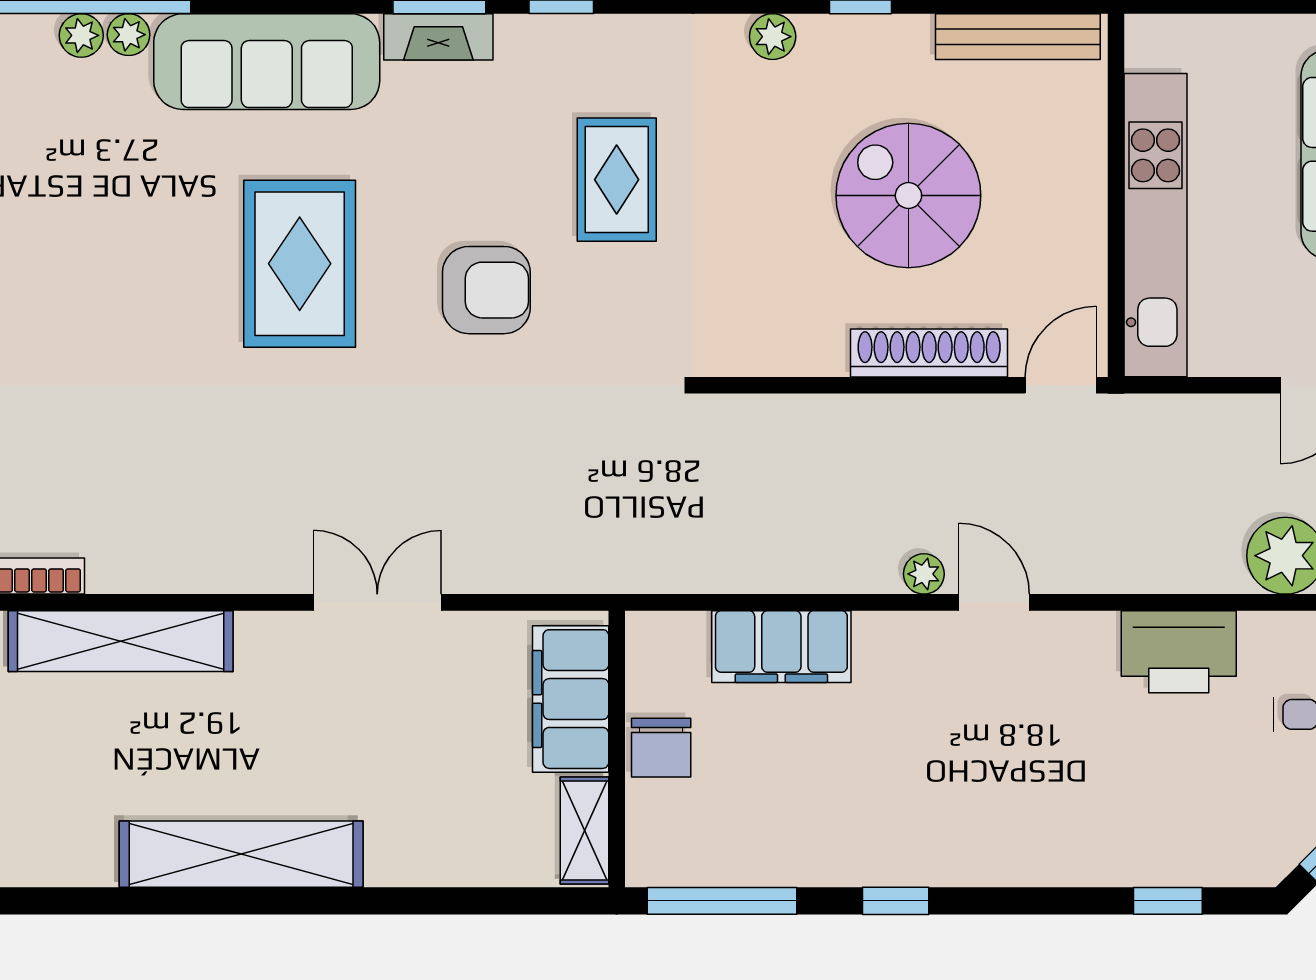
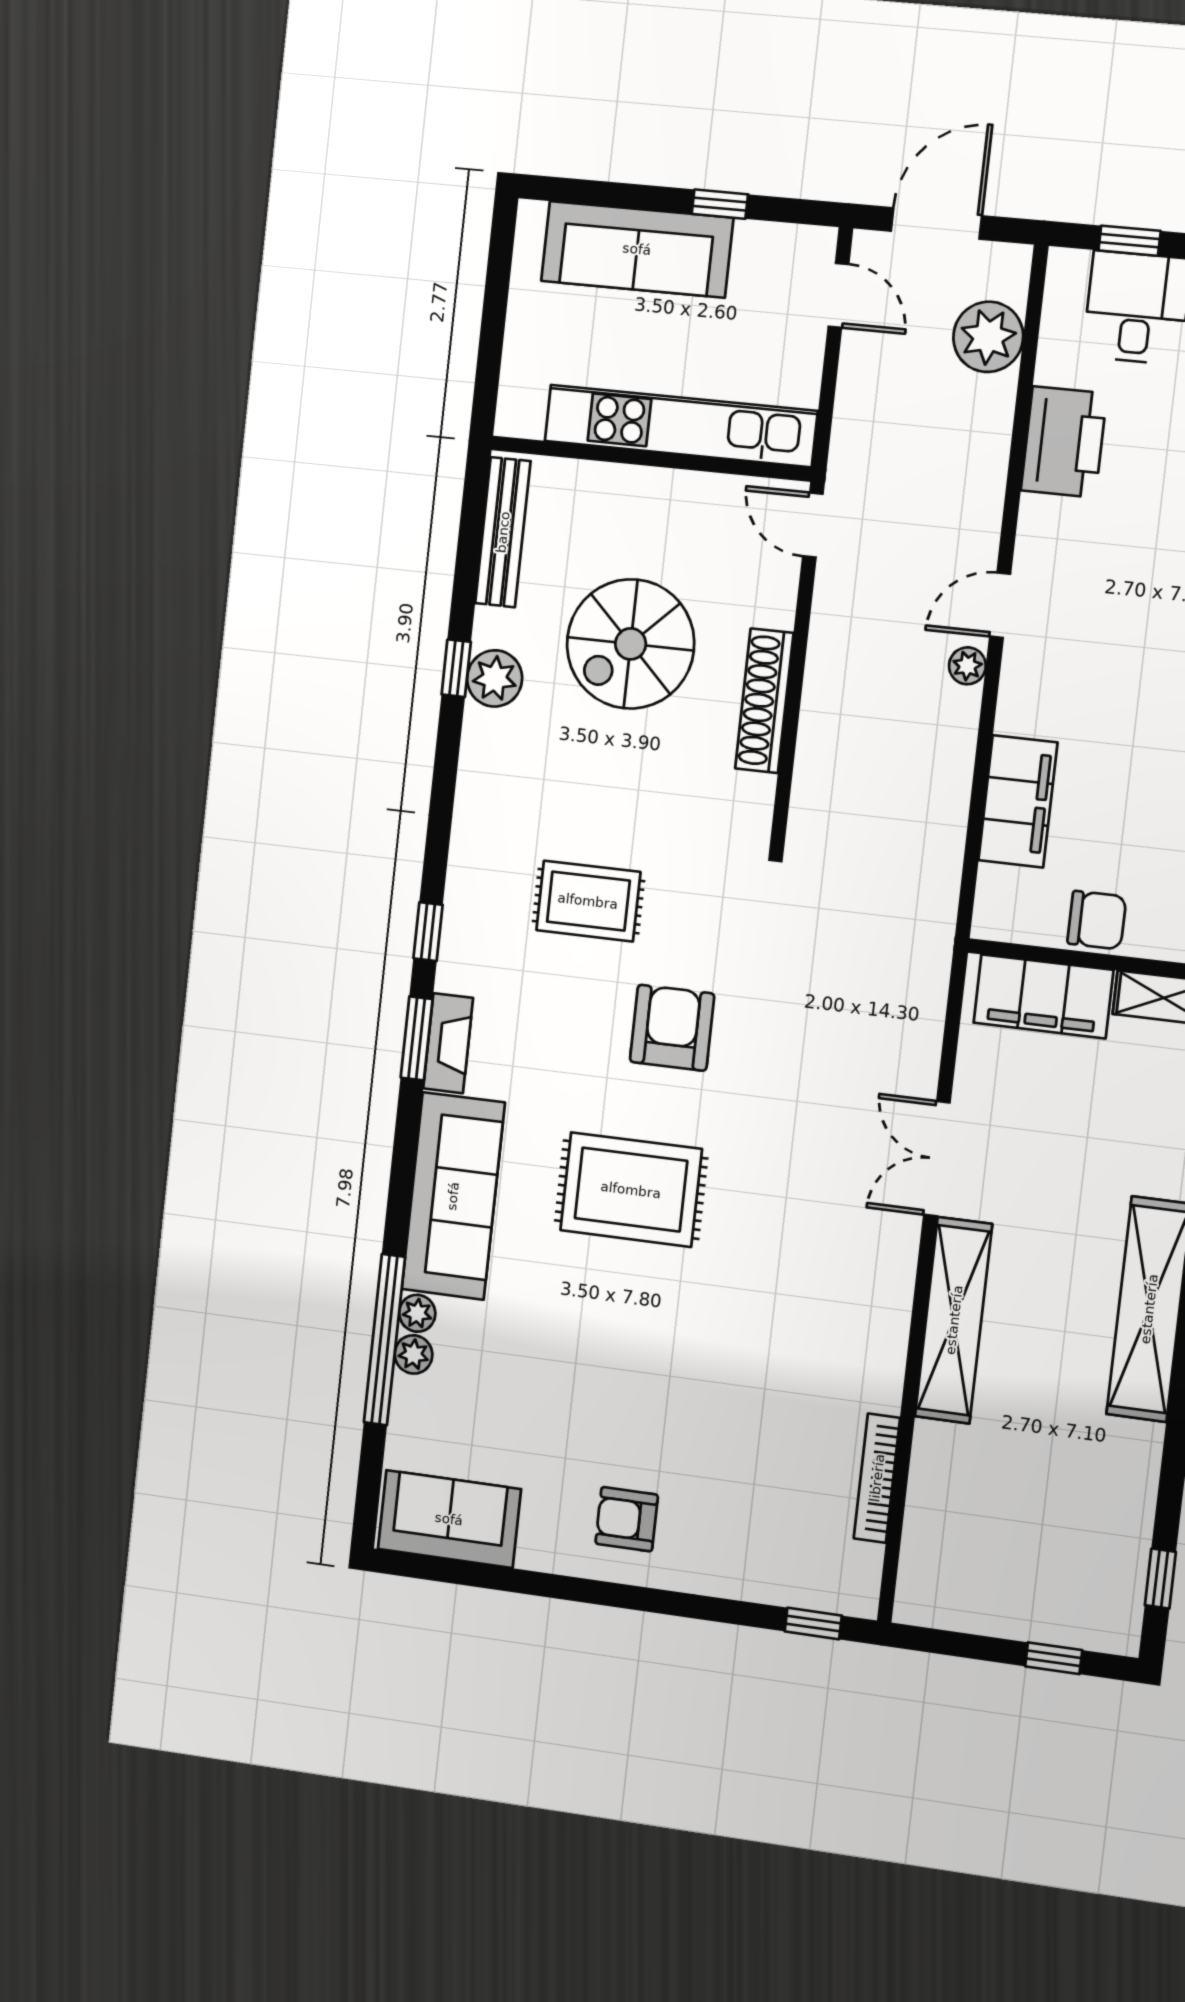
plant: (773, 37) -> (495, 678), moved, width x1.38, depth x1.38
shoe rack: (929, 353) -> (764, 701), moved
shelving: (121, 641) -> (954, 1320), moved

